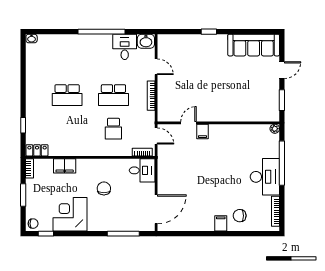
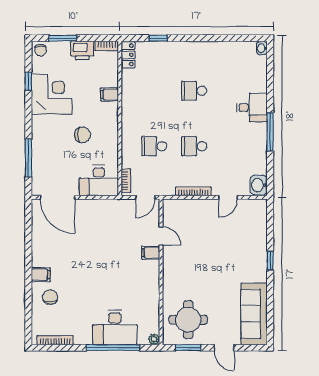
window: (101, 32) -> (270, 132), width x0.68
desk: (125, 47) -> (252, 108), moved
school desk: (67, 95) -> (194, 91), width x0.54
school desk: (113, 95) -> (194, 146), width x0.54
round table: (258, 100) -> (188, 320), added
filing cabinet: (65, 166) -> (110, 94), width x0.50
desk: (142, 170) -> (99, 181), width x1.37
desk: (265, 177) -> (115, 327), moved
printer: (33, 189) -> (82, 50), added
window: (23, 195) -> (63, 38), moved
window: (46, 234) -> (28, 81), moved

